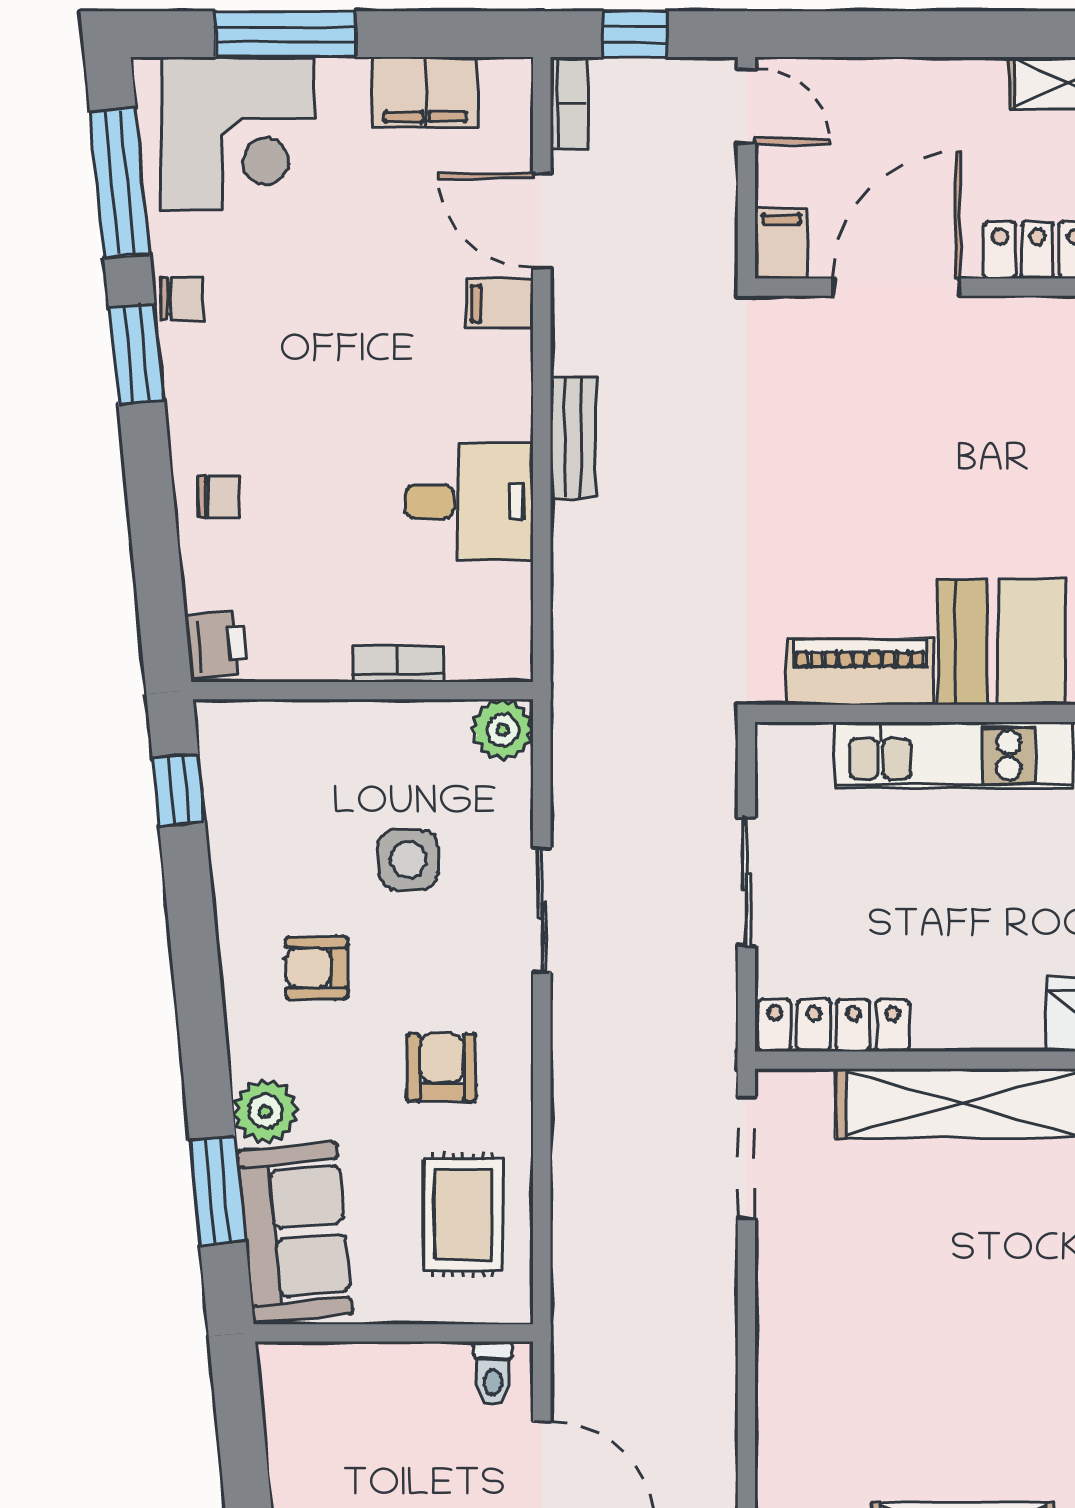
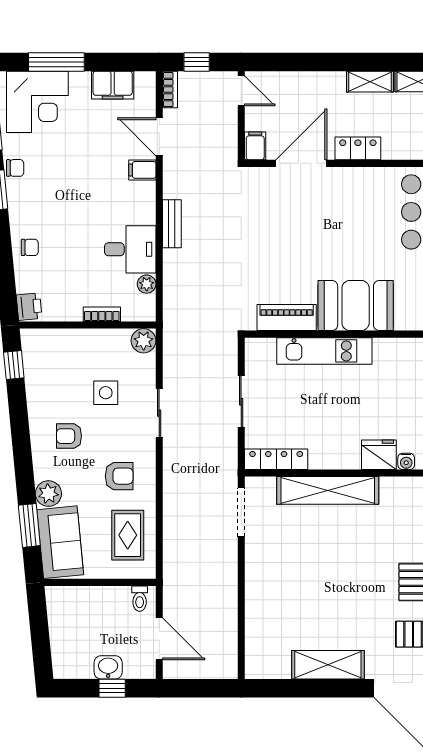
plant: (510, 588) -> (147, 284), added
armchair: (442, 1067) -> (119, 476), turned 90

